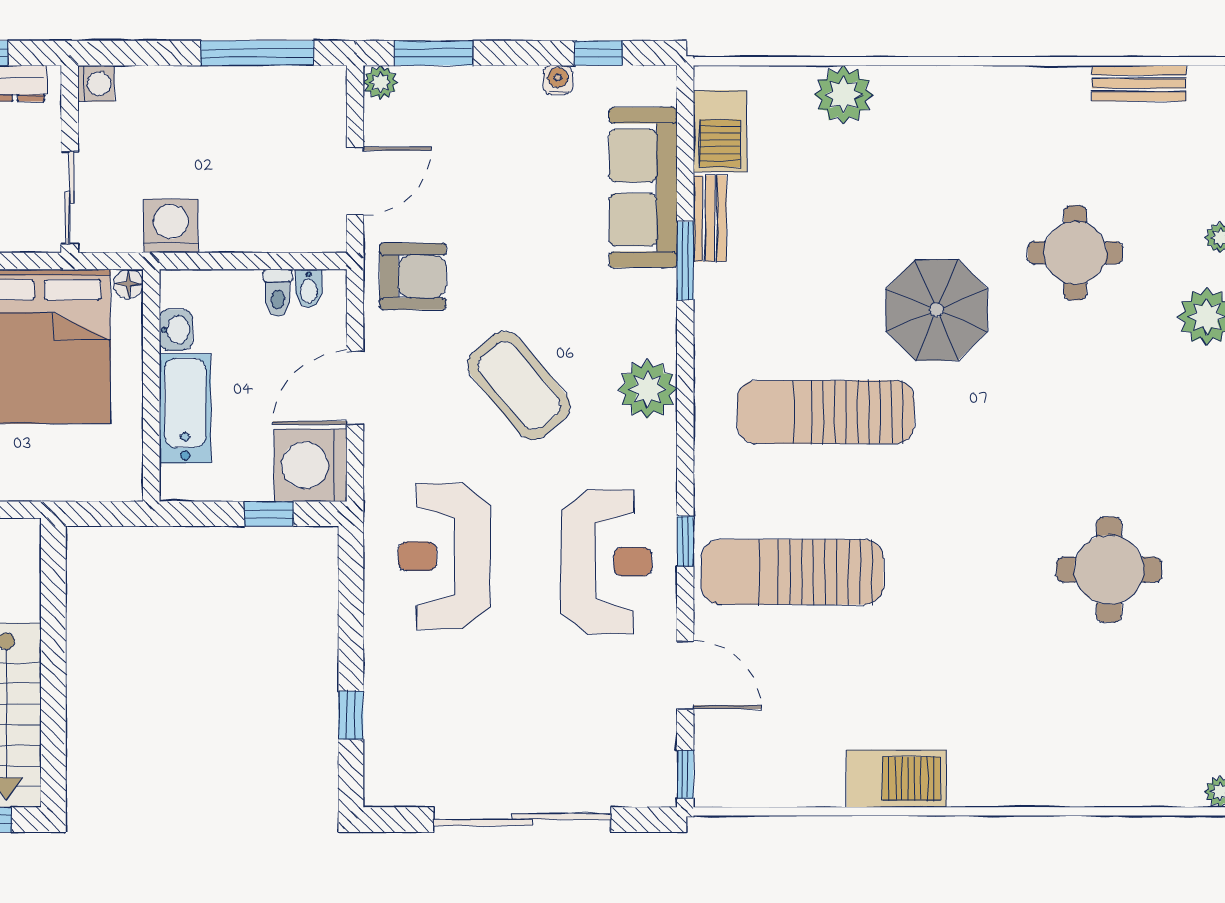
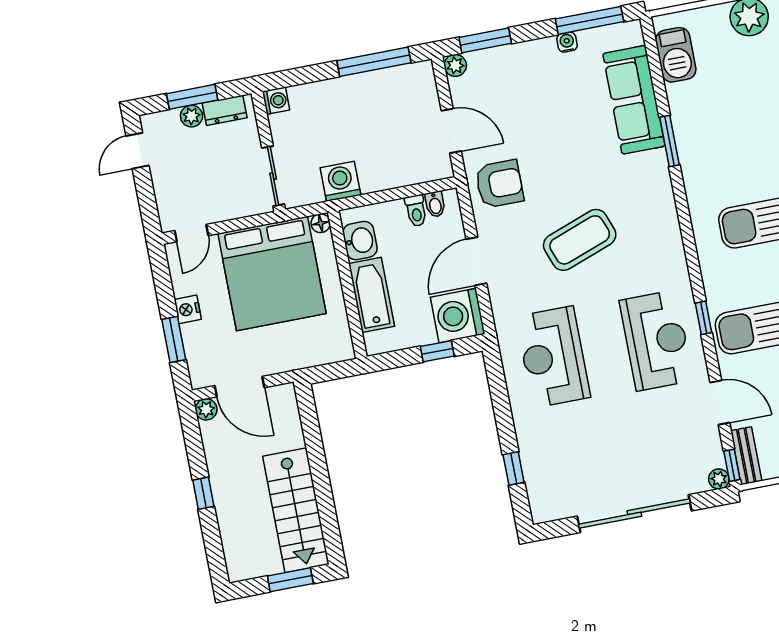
window: (599, 53) -> (589, 20), width x2.17
door: (355, 181) -> (451, 131), hinge flipped
bench: (710, 218) -> (746, 456), moved
washbasin: (176, 330) -> (360, 241), width x1.38, depth x1.45
coffee table: (519, 386) -> (580, 240), turned -70
plant: (648, 389) -> (719, 479), moved, width x0.53, depth x0.53

